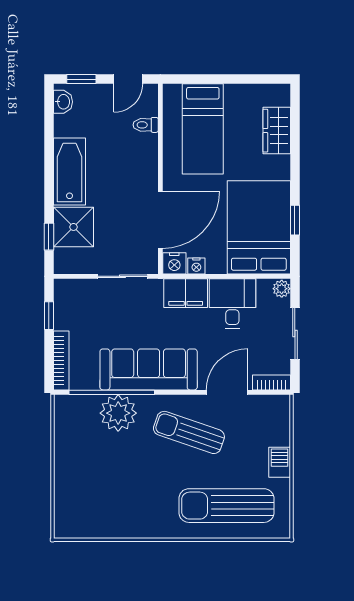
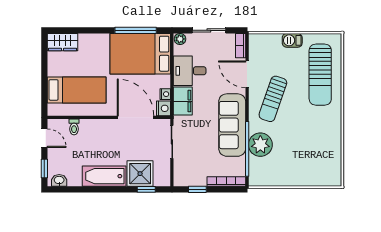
wardrobe: (277, 131) -> (63, 42), moved
window: (295, 220) -> (136, 30), width x2.17

